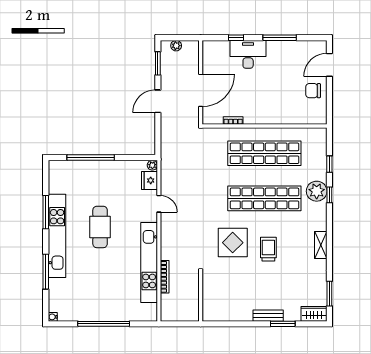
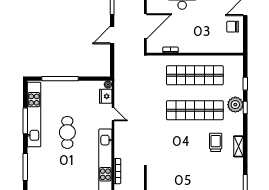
kitchen unit: (57, 236) -> (34, 115), moved
display table: (233, 243) -> (170, 144), removed
trolley: (268, 249) -> (216, 142), moved

